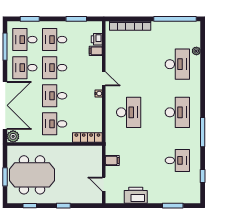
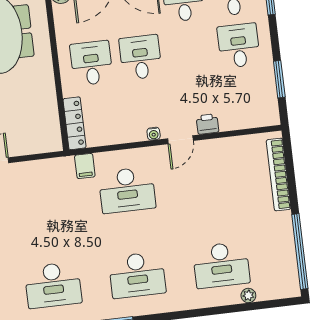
printer: (97, 39) -> (207, 124), moved
filing cabinet: (96, 51) -> (228, 120), removed
desk: (55, 68) -> (190, 51), removed
filing cabinet: (112, 160) -> (85, 166), moved
desk: (177, 160) -> (53, 285), width x1.37

